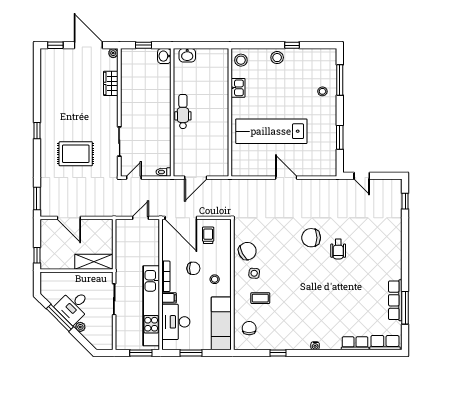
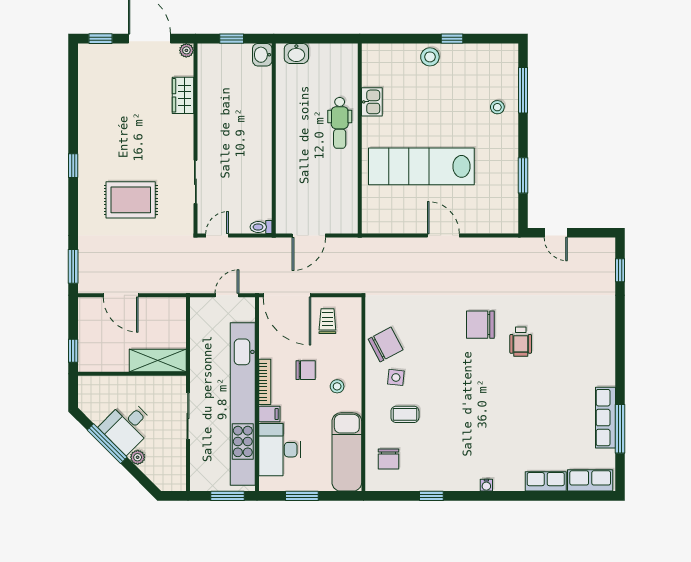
stool: (241, 60) -> (376, 61), removed
dental chair: (183, 112) -> (340, 123), moved, turned 180
kitchen unit: (151, 306) -> (243, 404), width x1.36
chair: (249, 328) -> (388, 459), turned 180

